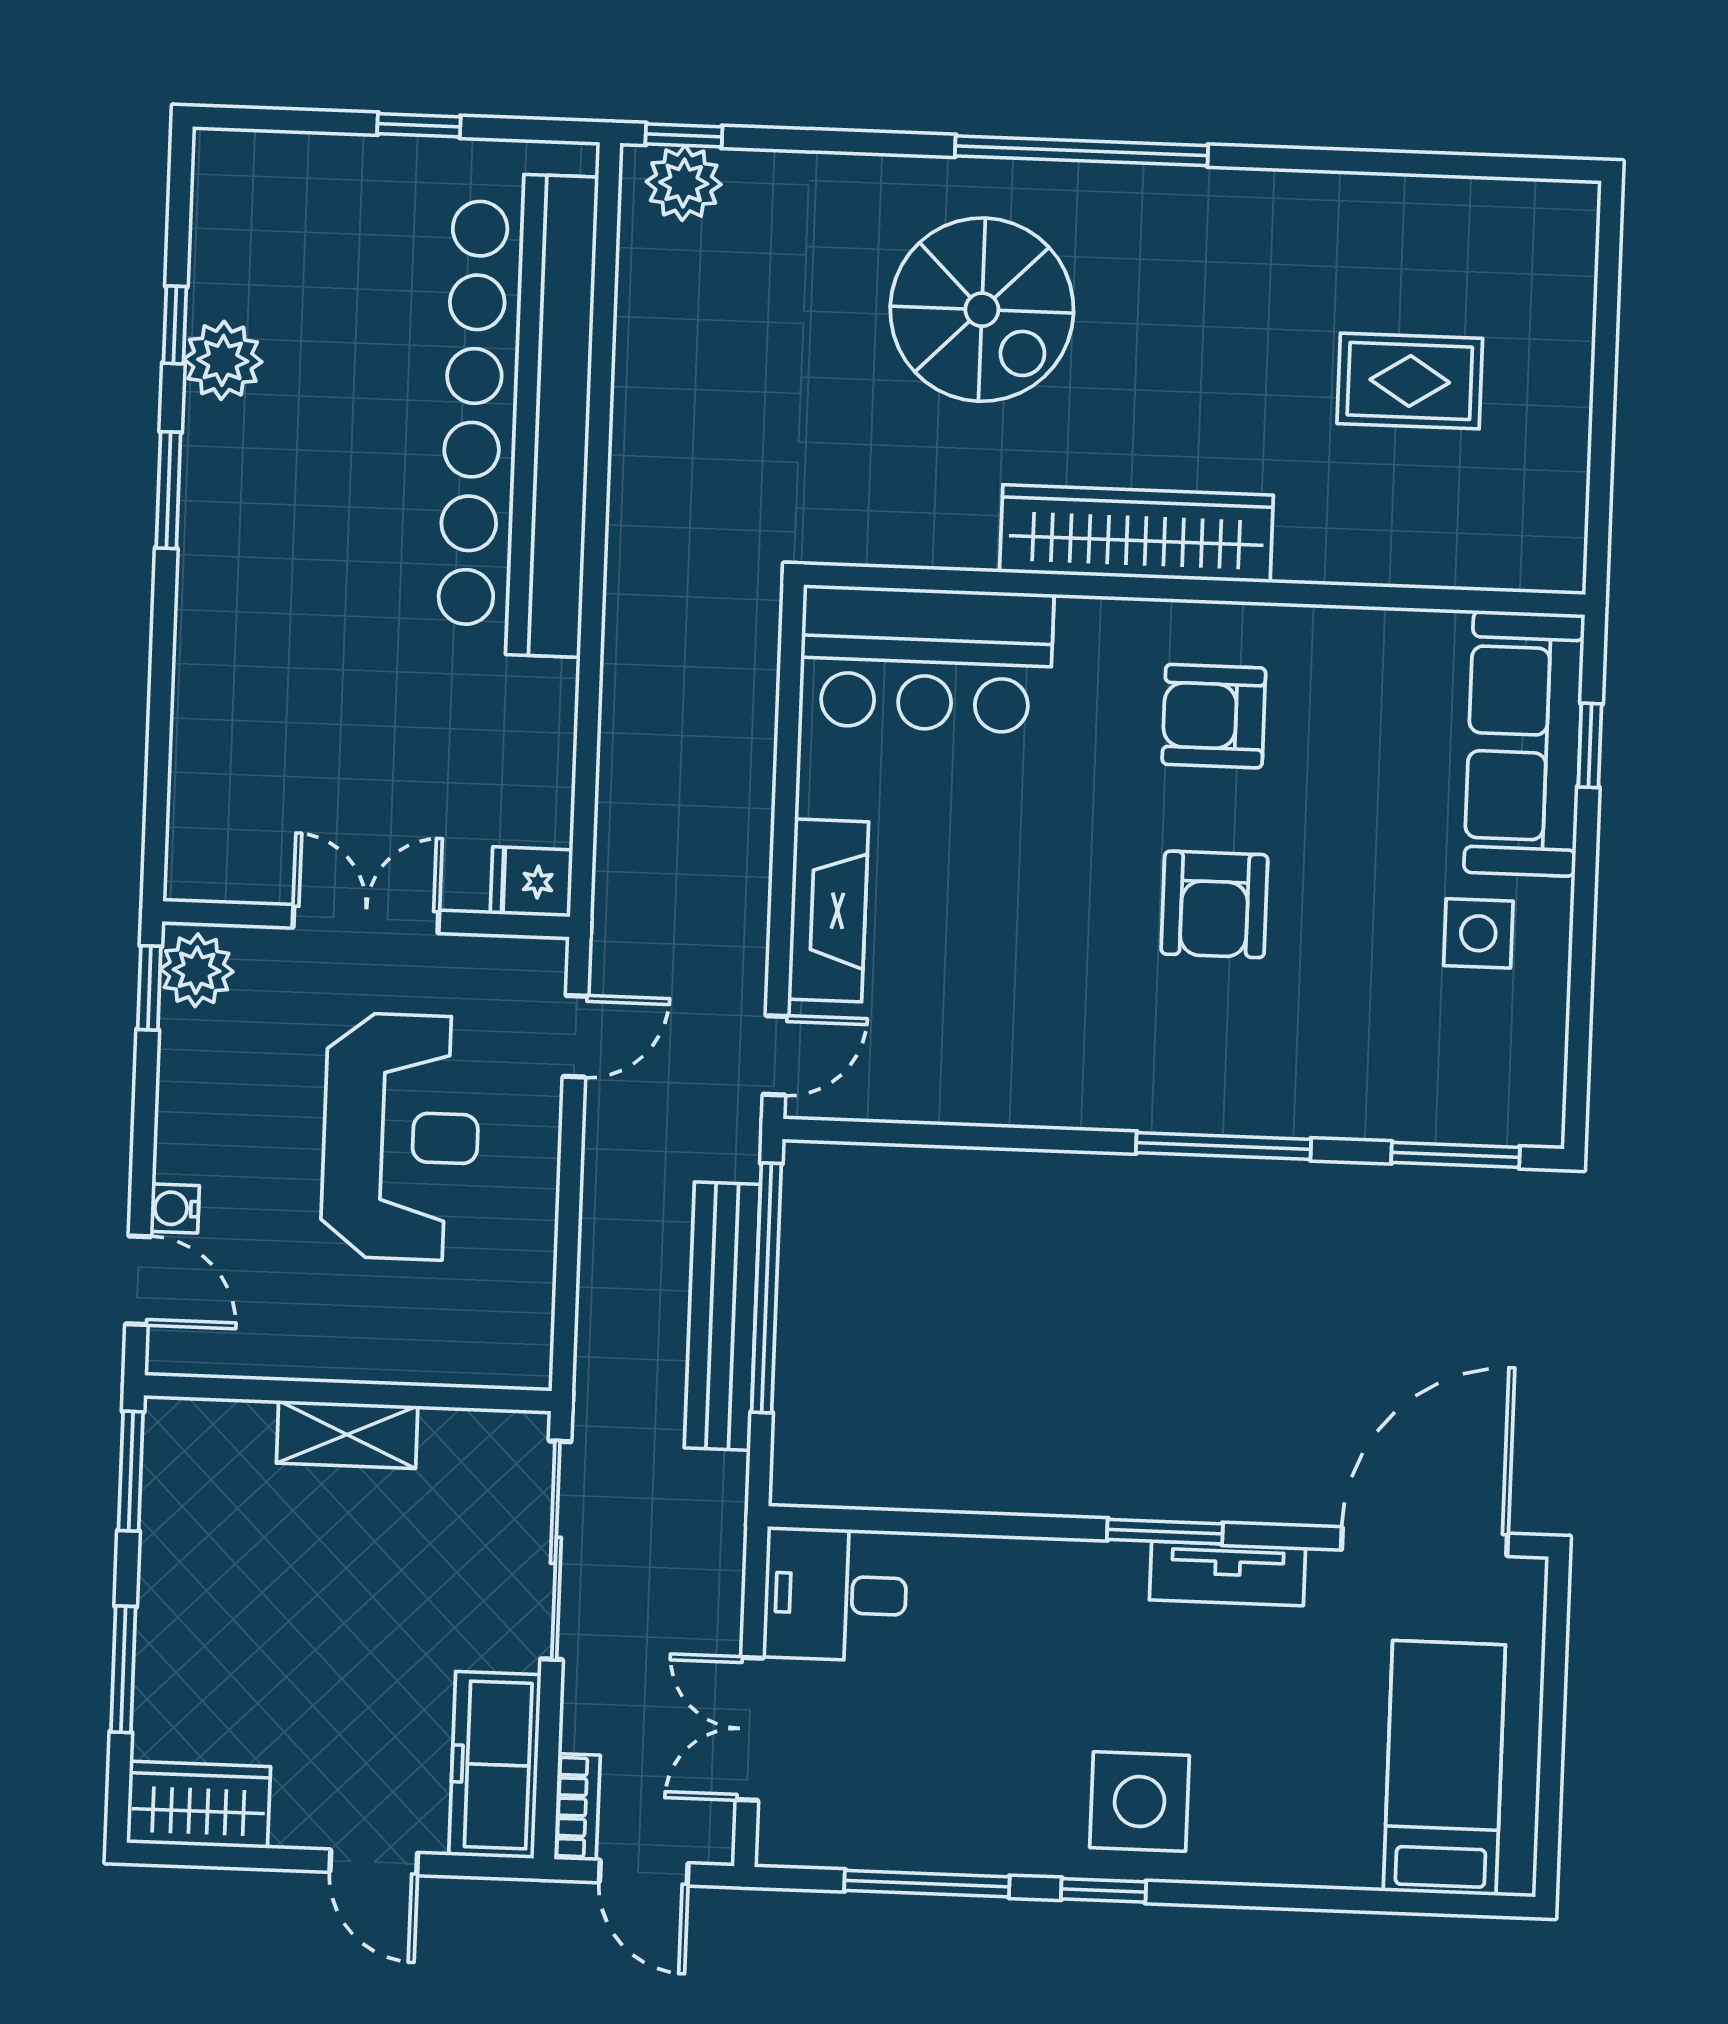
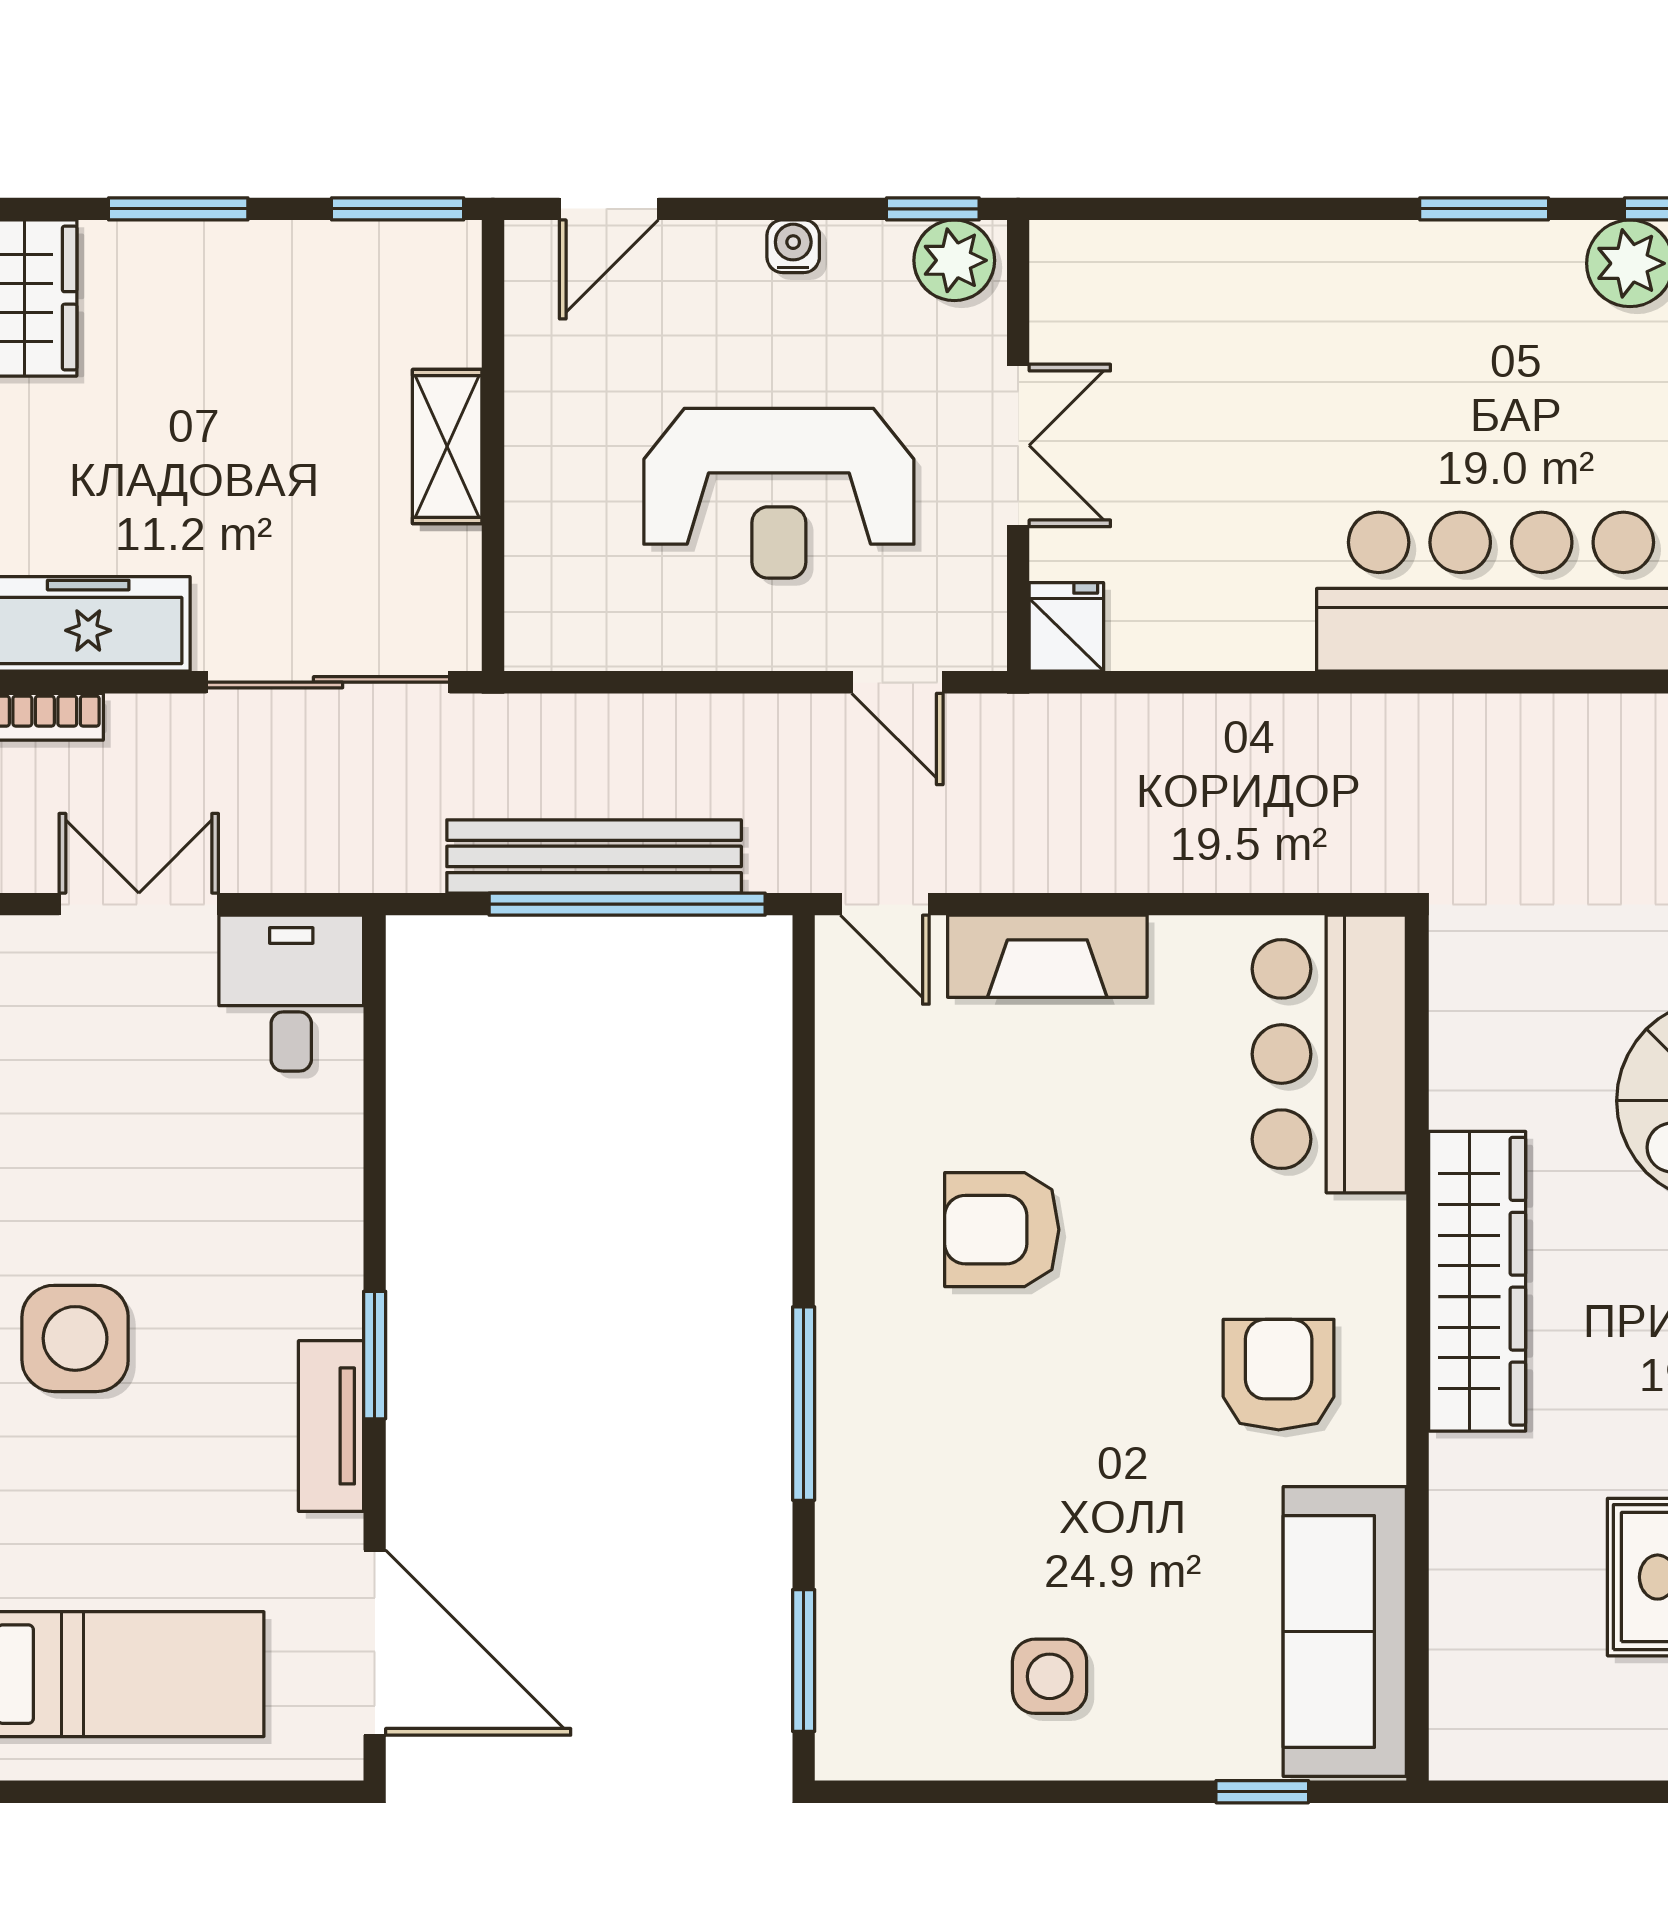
sofa: (1524, 743) -> (1345, 1631), moved, turned -90
armchair: (1214, 904) -> (1002, 1230), moved
water cooler: (175, 1208) -> (793, 246), moved

